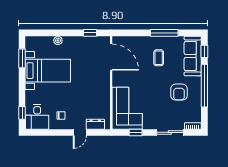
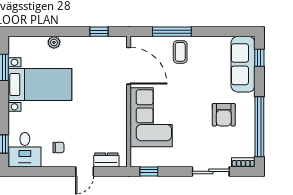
window: (164, 33) -> (172, 32), moved
coffee table: (159, 58) -> (180, 52), moved
window: (204, 86) -> (259, 127), moved
corner sofa: (127, 108) -> (151, 117), moved
window: (136, 132) -> (149, 171), moved

